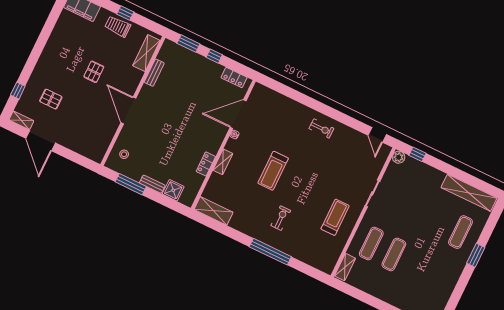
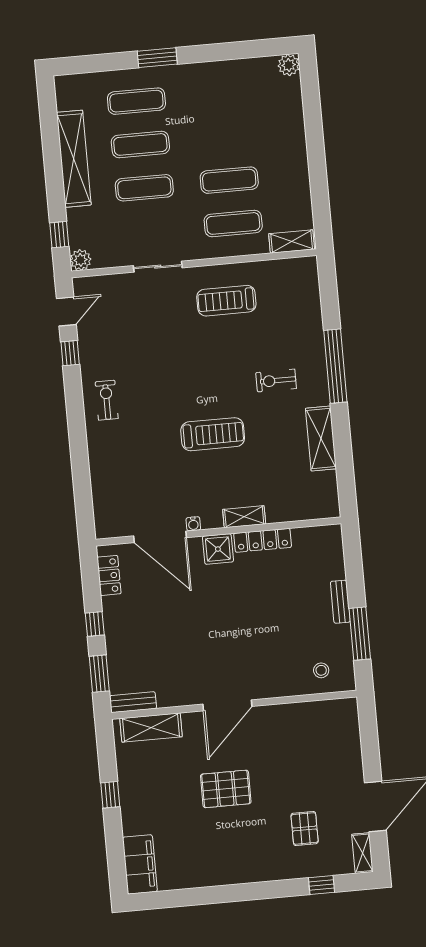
trolley: (118, 26) -> (137, 794), removed
pallet: (94, 72) -> (226, 789), width x1.50, depth x1.42
bench: (154, 73) -> (133, 702), moved
door: (128, 110) -> (227, 705), moved
window: (356, 124) -> (70, 353), added
locker: (206, 164) -> (263, 540), width x1.53
shower: (173, 190) -> (218, 549), moved
shelving: (469, 193) -> (74, 159), moved
exercise mat: (415, 210) -> (144, 188), added
shelving: (214, 211) -> (321, 439), moved
exercise mat: (438, 221) -> (140, 144), added

